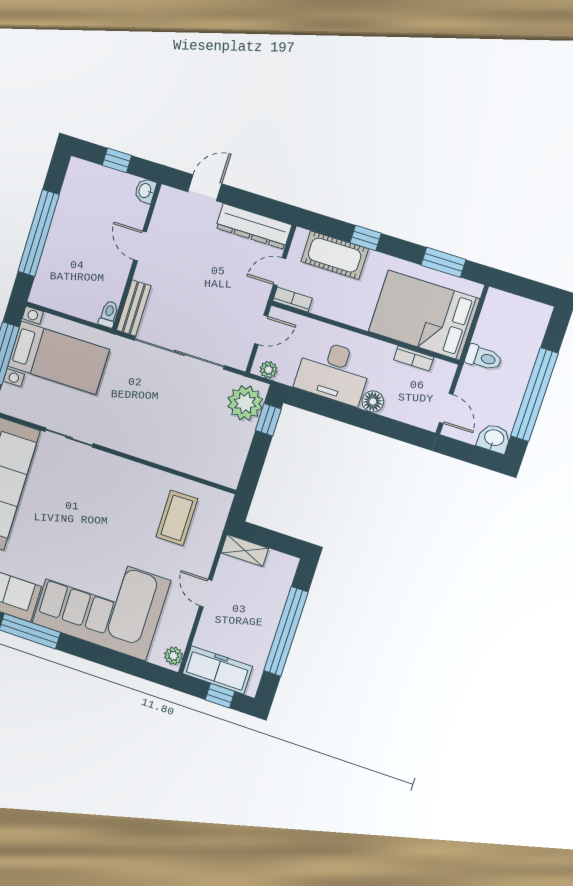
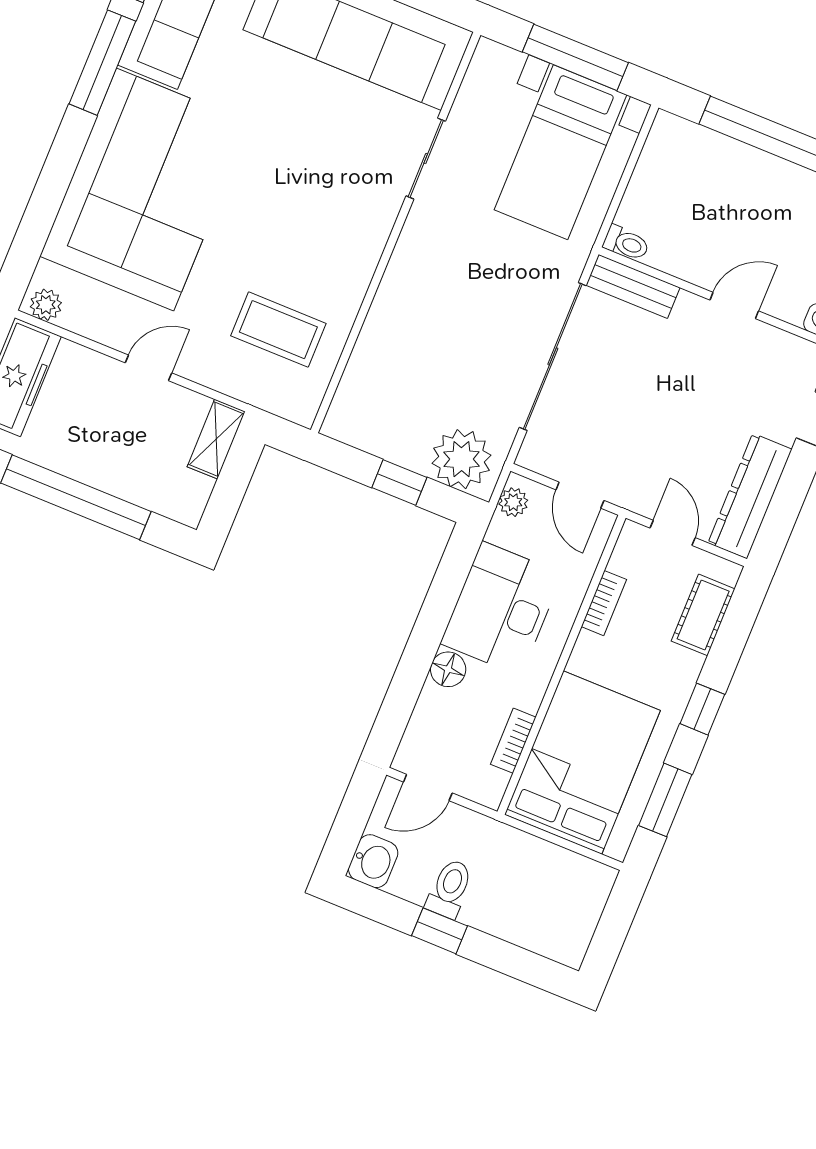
window: (366, 238) -> (702, 709), moved
cot: (335, 255) -> (703, 615), width x0.73, depth x0.75
bookcase: (292, 300) -> (604, 603), moved
toilet: (484, 358) -> (450, 889), moved, turned 180
window: (534, 395) -> (439, 931), width x0.32
window: (268, 420) -> (399, 483), moved

